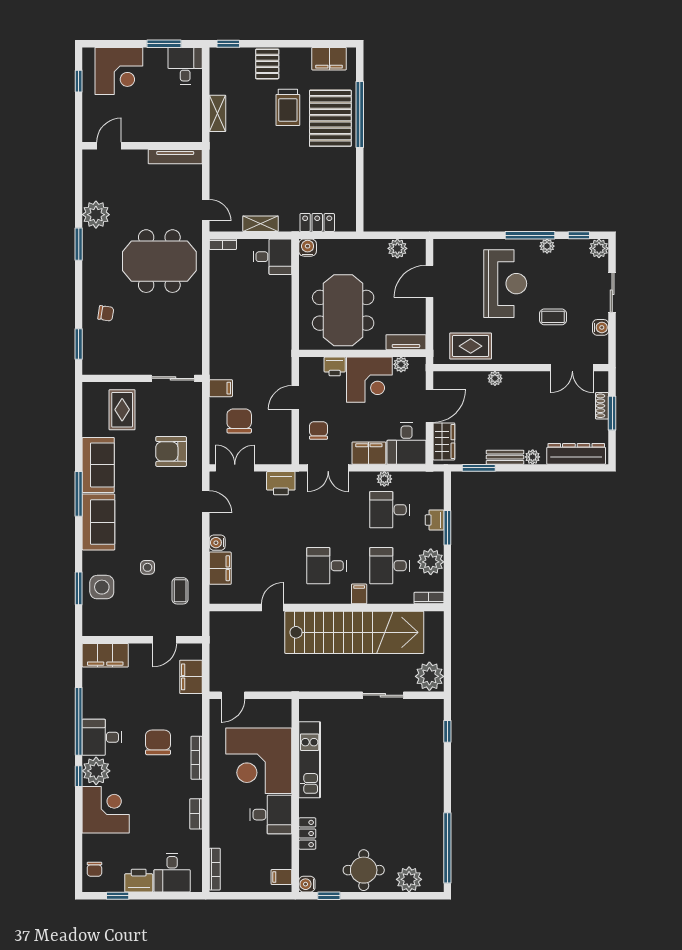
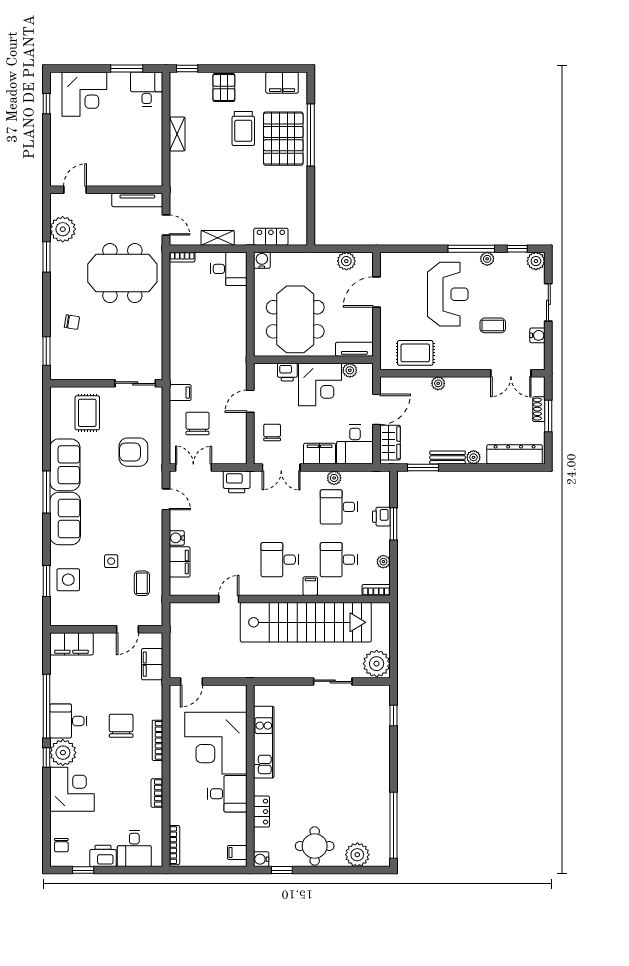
door: (109, 146) -> (75, 190), moved
wall: (142, 146) -> (106, 190), moved
tv unit: (175, 157) -> (137, 200), moved
plant: (431, 562) -> (383, 562), width x0.53, depth x0.53

